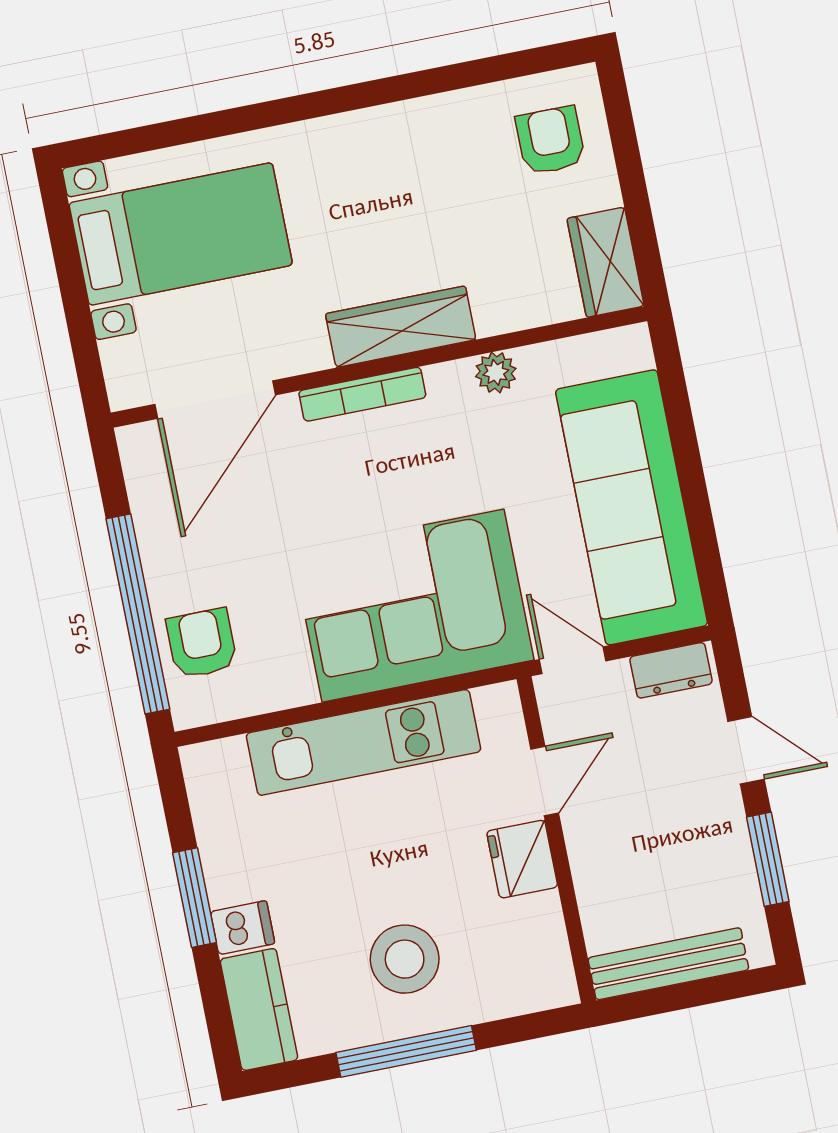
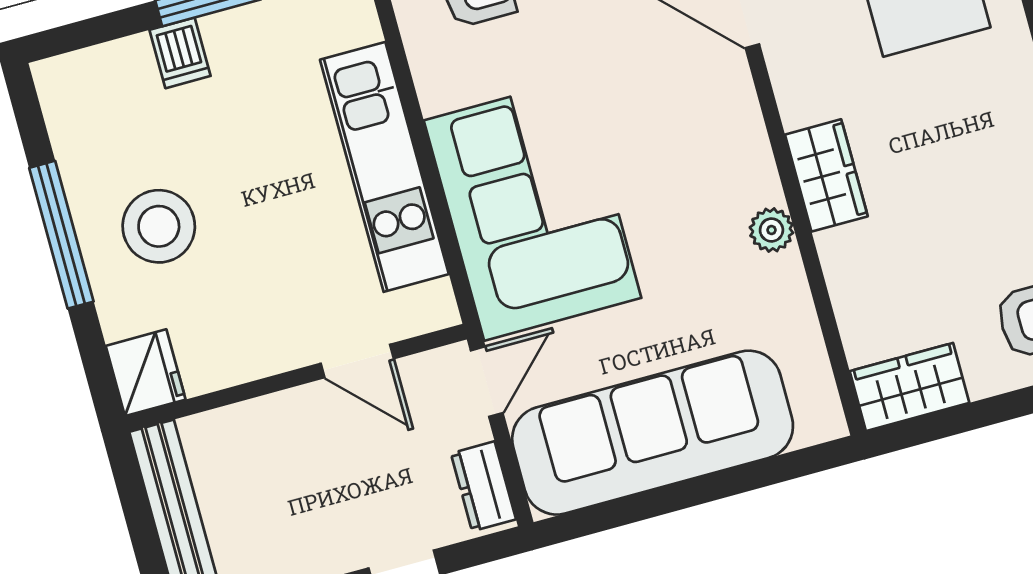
wardrobe: (401, 327) -> (826, 175), width x0.67
plant: (496, 372) -> (771, 230), moved
bookcase: (362, 394) -> (752, 140), removed
fridge: (522, 859) -> (146, 373), moved, turned 90
kitchen counter: (259, 1009) -> (95, 76), removed

